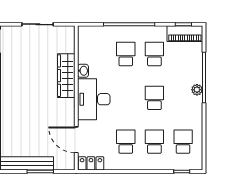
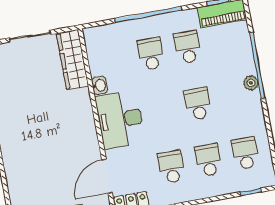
wardrobe: (66, 76) -> (72, 60), moved
door: (76, 140) -> (107, 176), hinge flipped

